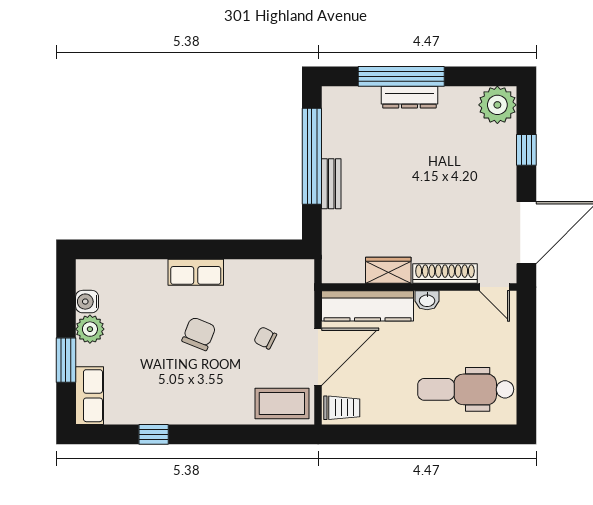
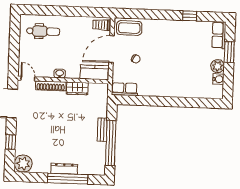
row of seats: (196, 272) -> (125, 89), moved
kitchen counter: (368, 306) -> (95, 72), width x0.67
chair: (199, 334) -> (167, 62), removed
dental chair: (466, 389) -> (43, 31), width x0.73, depth x0.72

